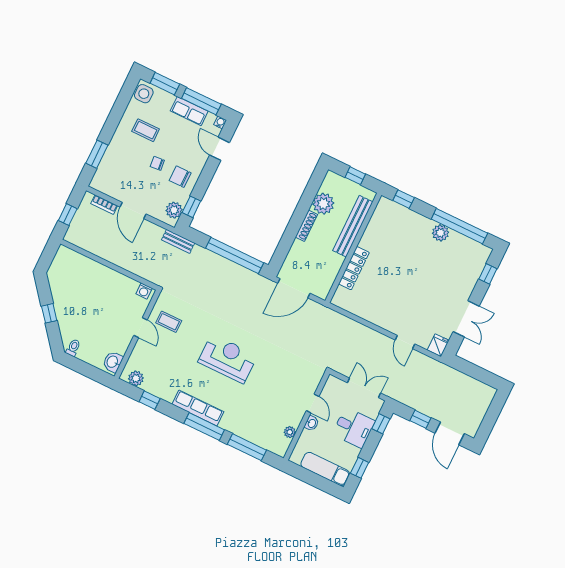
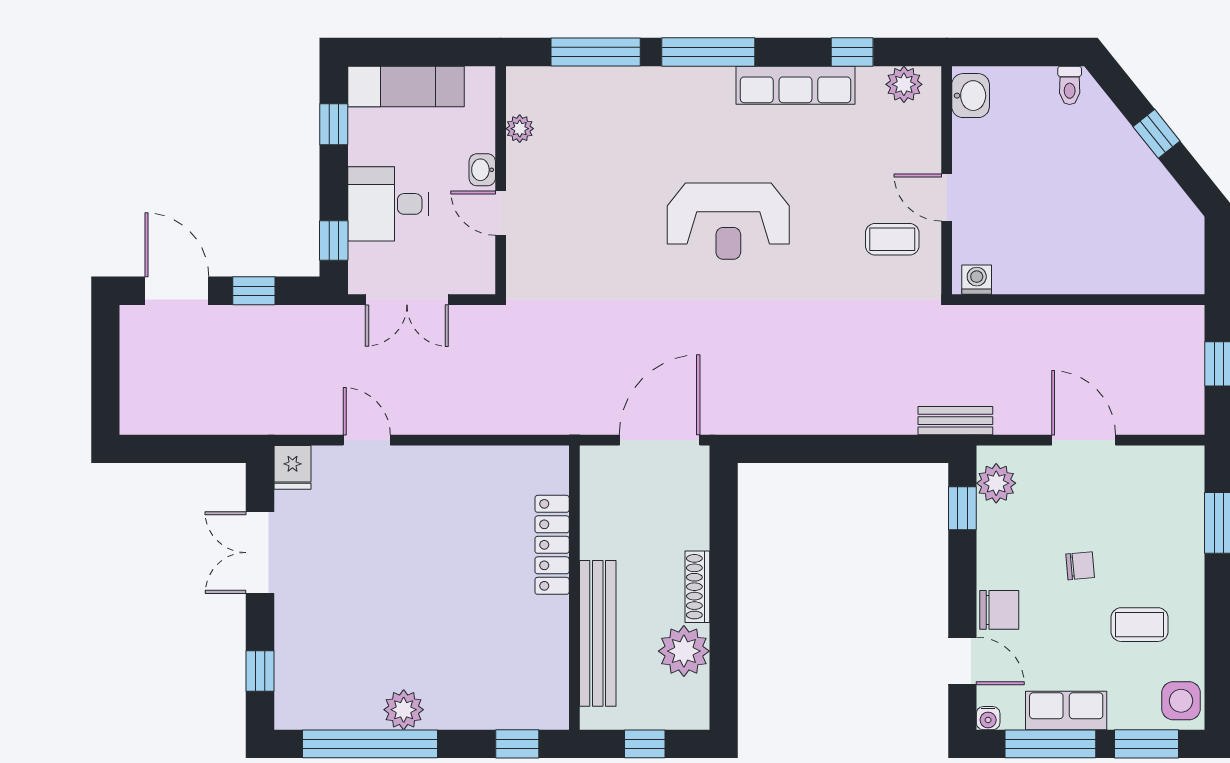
chair: (180, 177) -> (999, 610), moved
bookcase: (104, 205) -> (1151, 423), removed
window: (235, 255) -> (820, 449), removed
row of seats: (198, 408) -> (795, 85), moved

